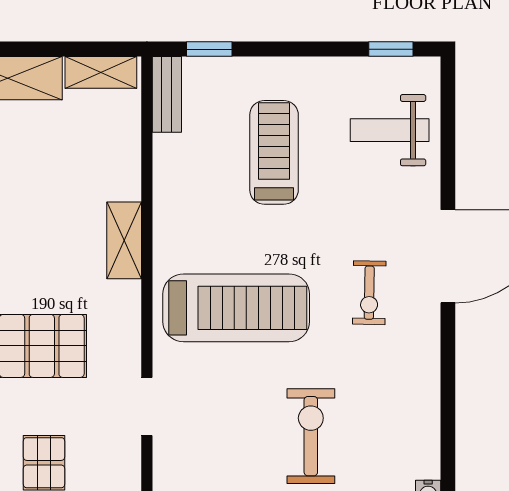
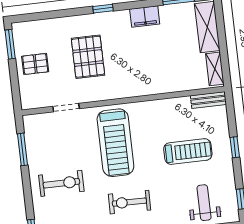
window: (209, 49) -> (235, 147), moved
shelving: (124, 240) -> (140, 88), removed
exercise bike: (369, 293) -> (129, 202), width x1.38, depth x1.39

